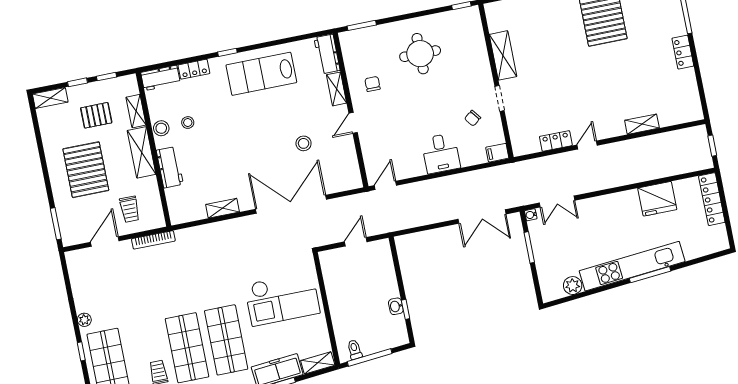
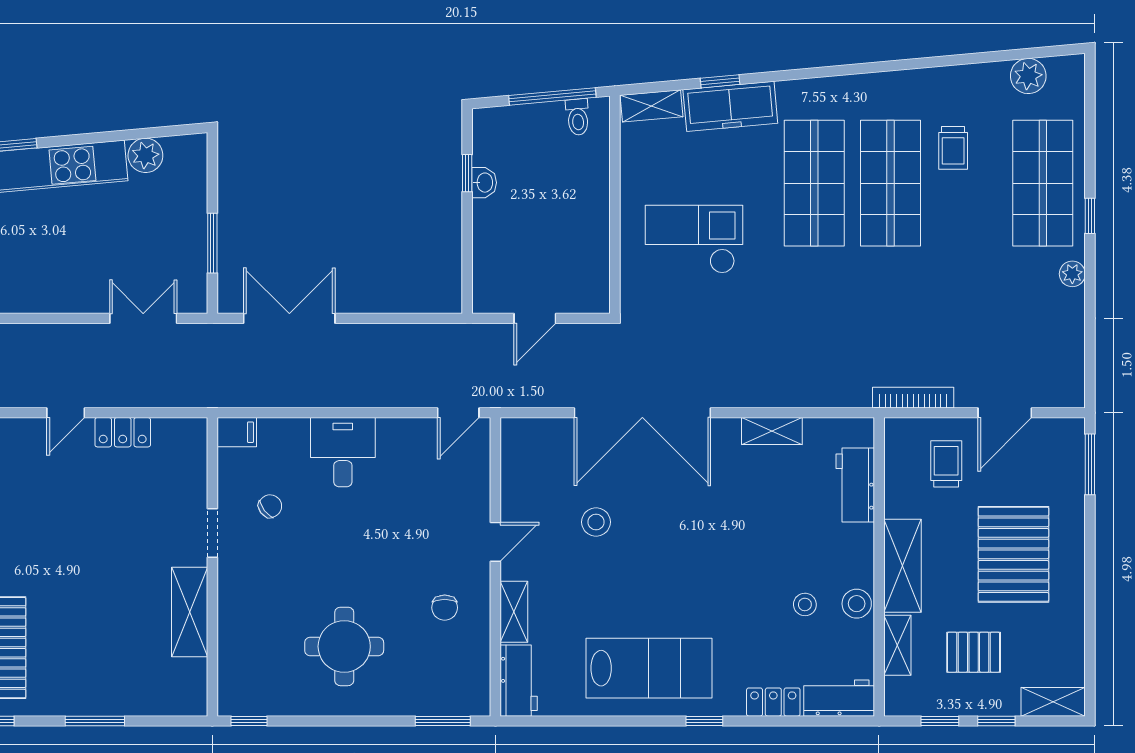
workbench: (170, 167) -> (855, 485), moved
water cooler: (531, 215) -> (197, 303), removed
checkout: (282, 299) -> (694, 239), width x0.73, depth x0.83

